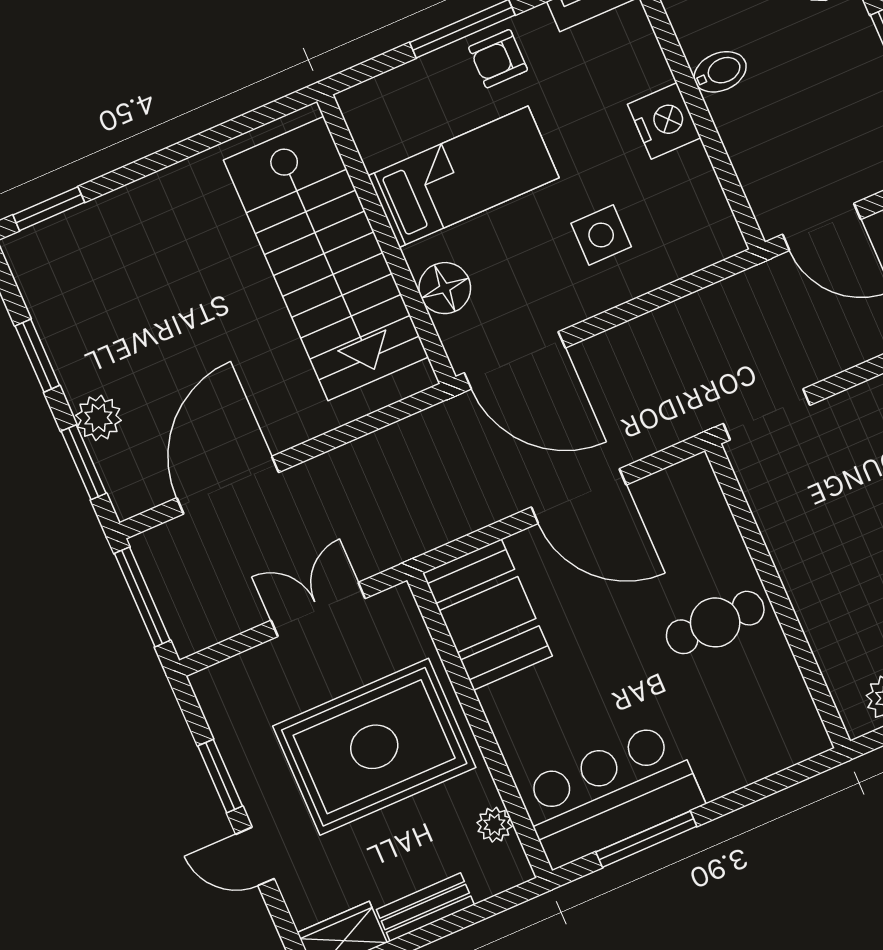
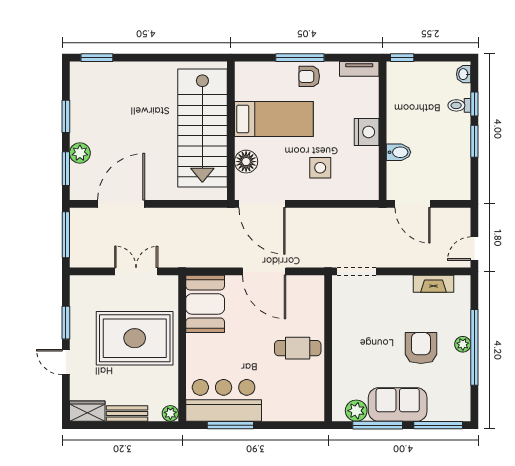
bidet: (720, 72) -> (399, 152), moved
plant: (494, 825) -> (170, 413), moved

